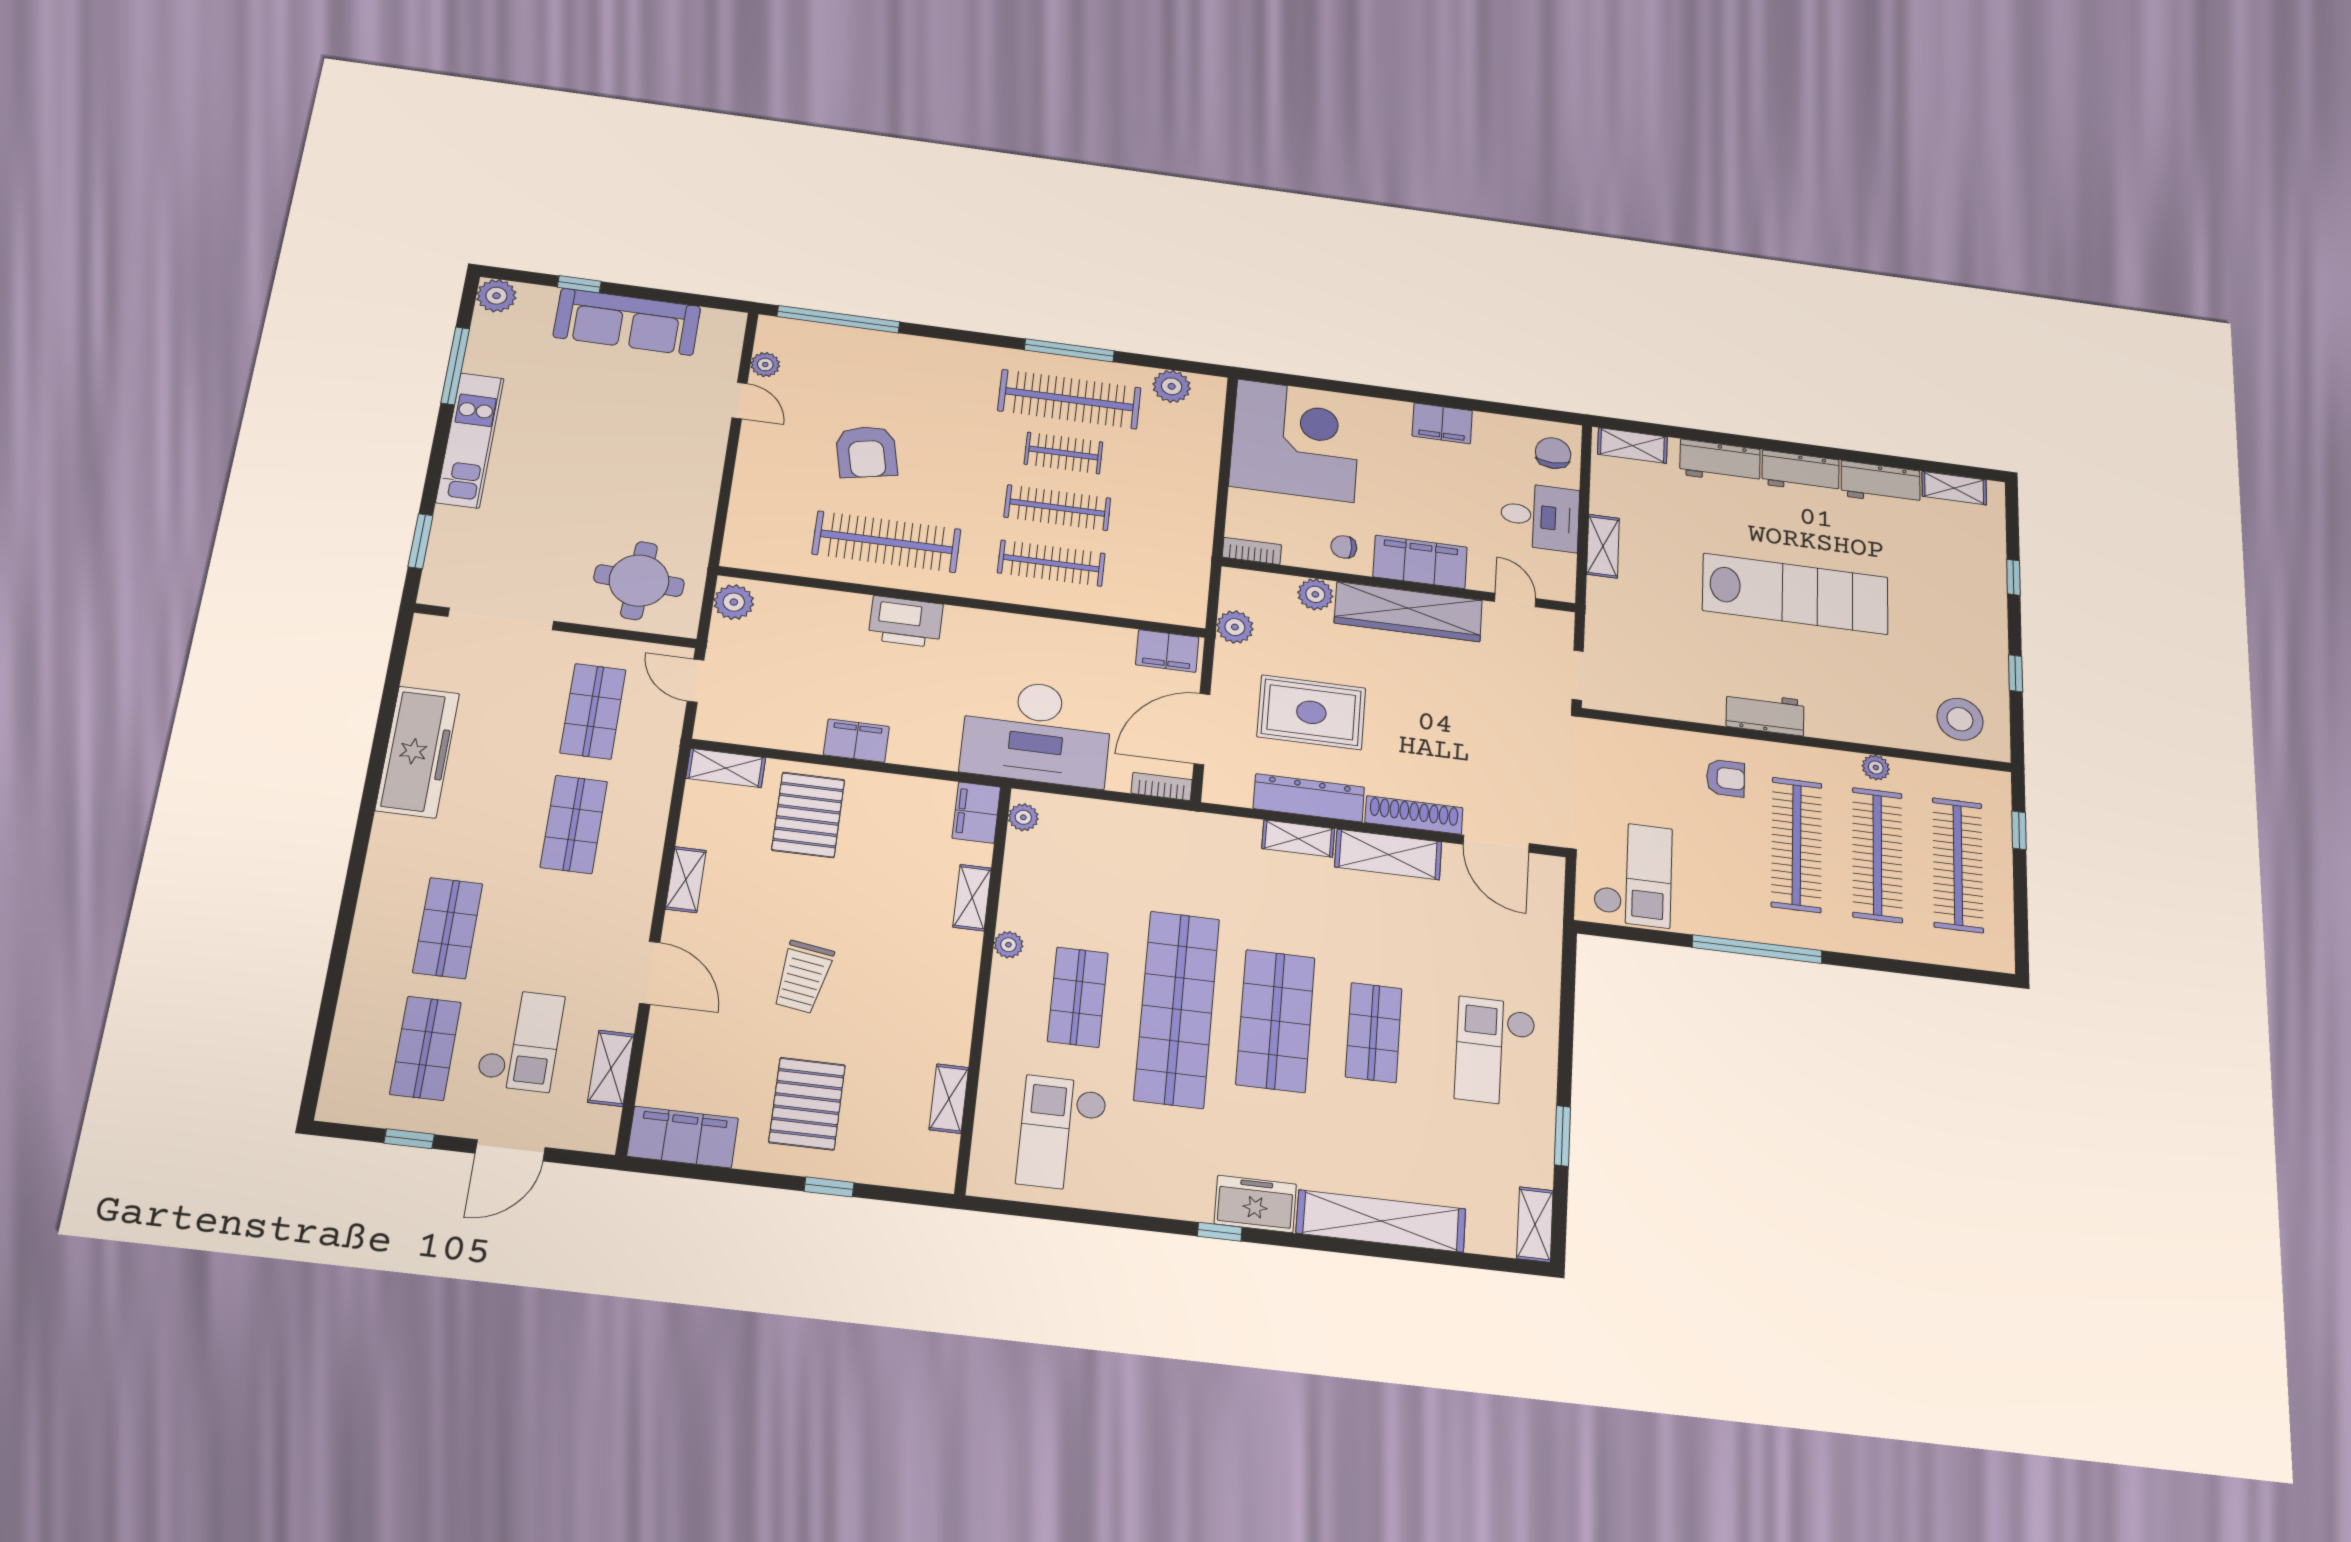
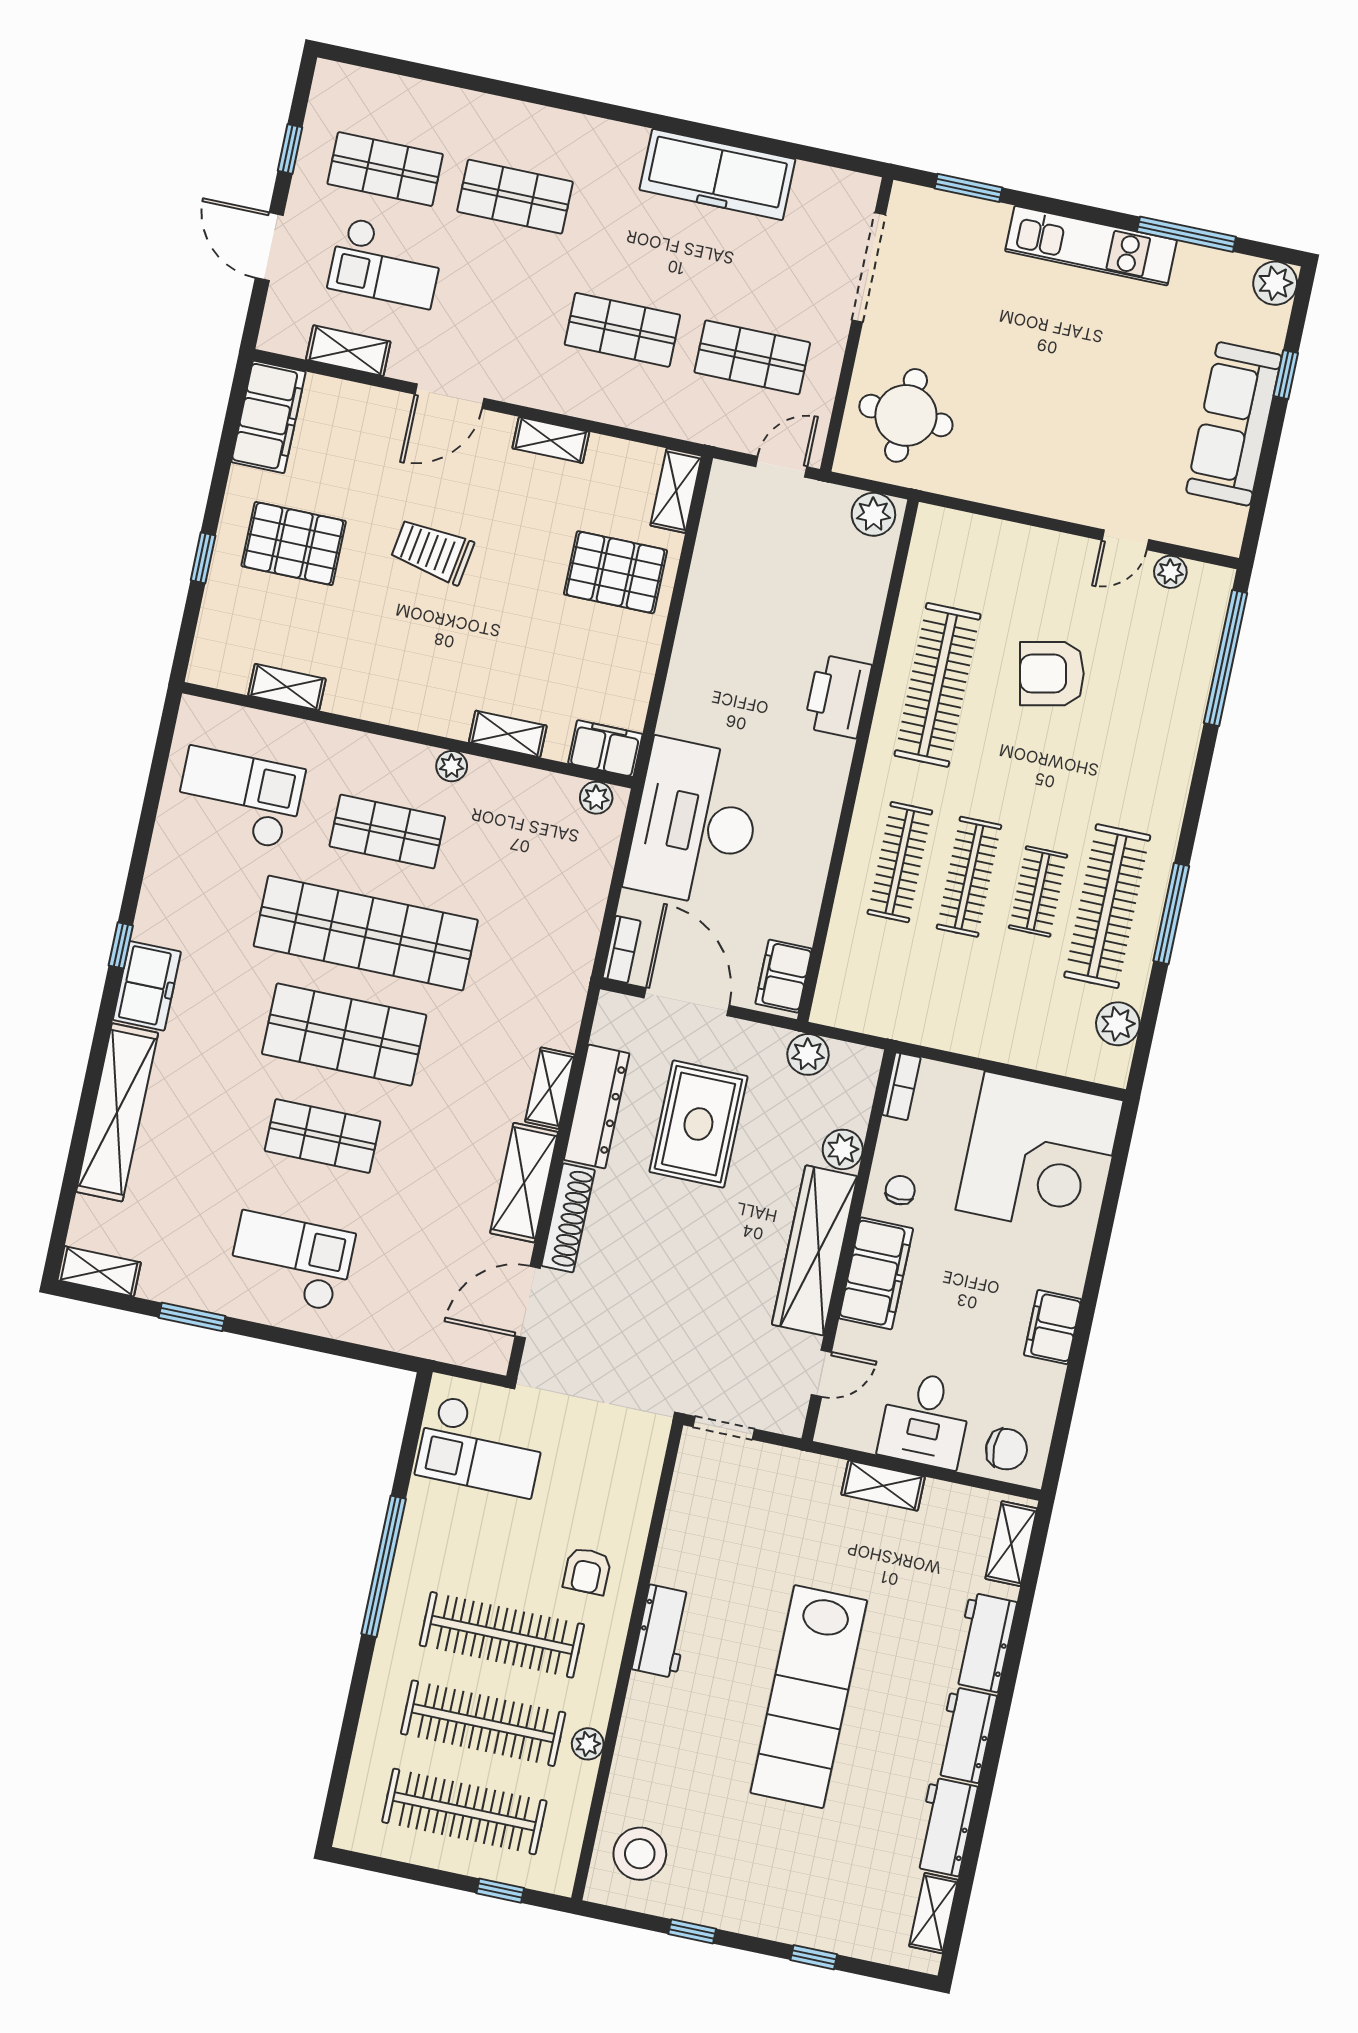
filing cabinet: (856, 741) -> (699, 630), removed

